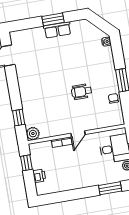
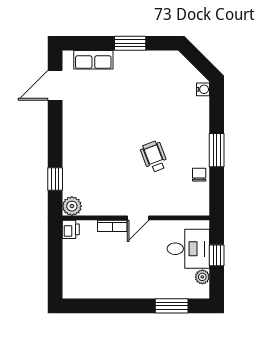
row of seats: (57, 30) -> (93, 60), moved
wheelchair: (82, 92) -> (154, 157), turned 69
window: (26, 163) -> (55, 247), removed
printer: (39, 176) -> (71, 229), moved

